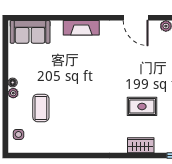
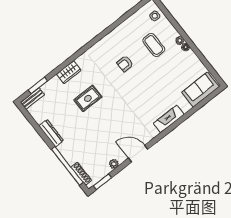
armchair: (82, 112) -> (125, 64), added

